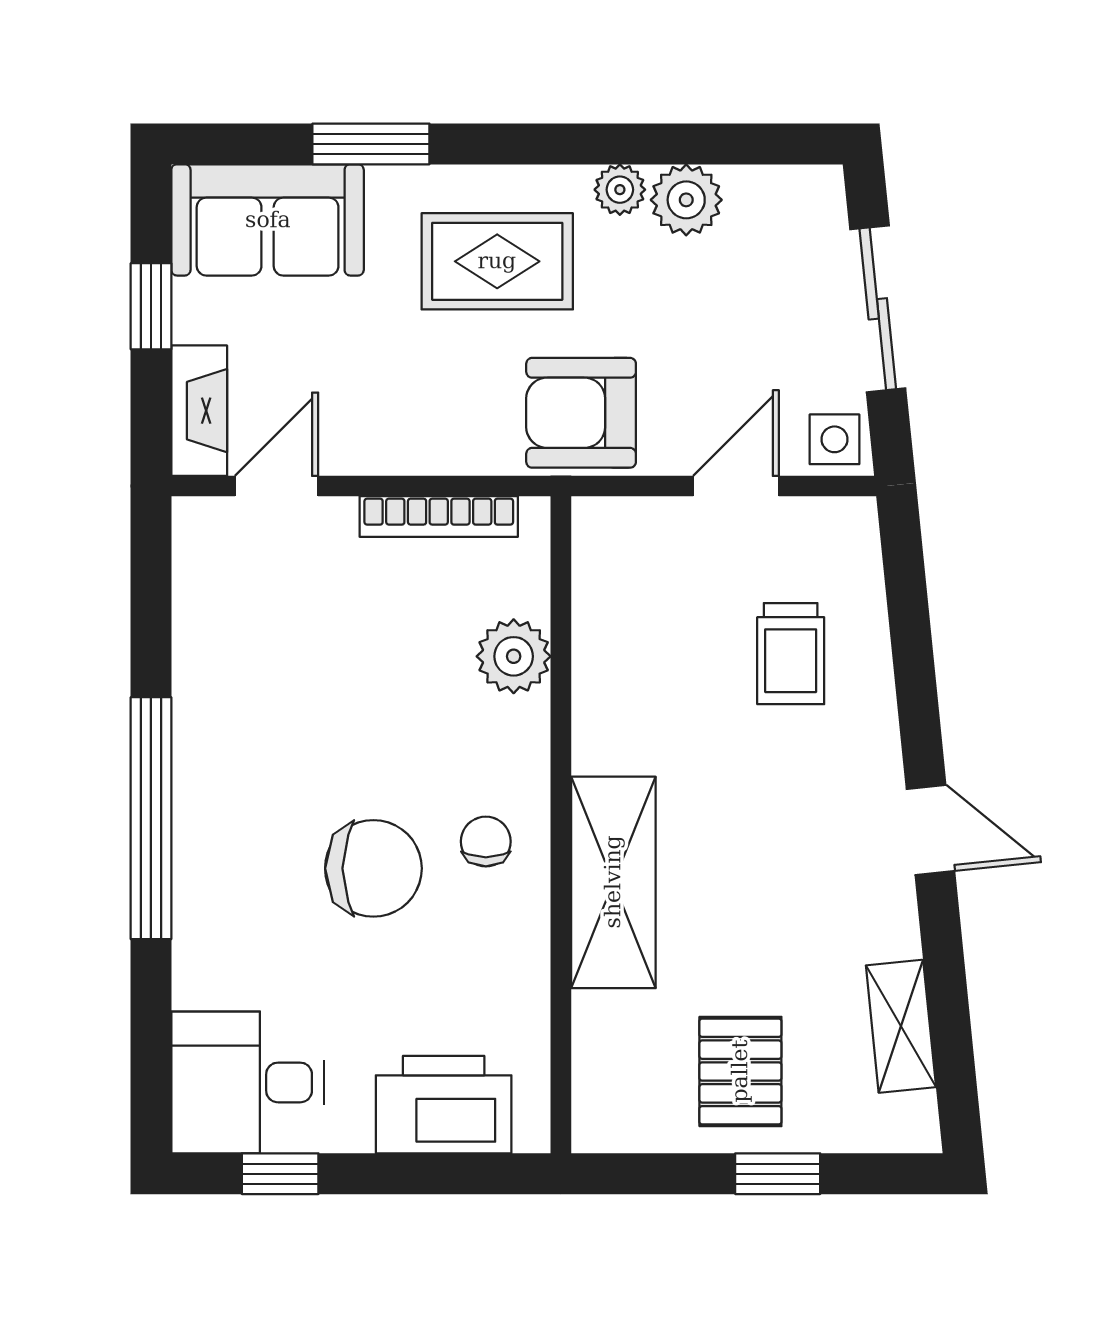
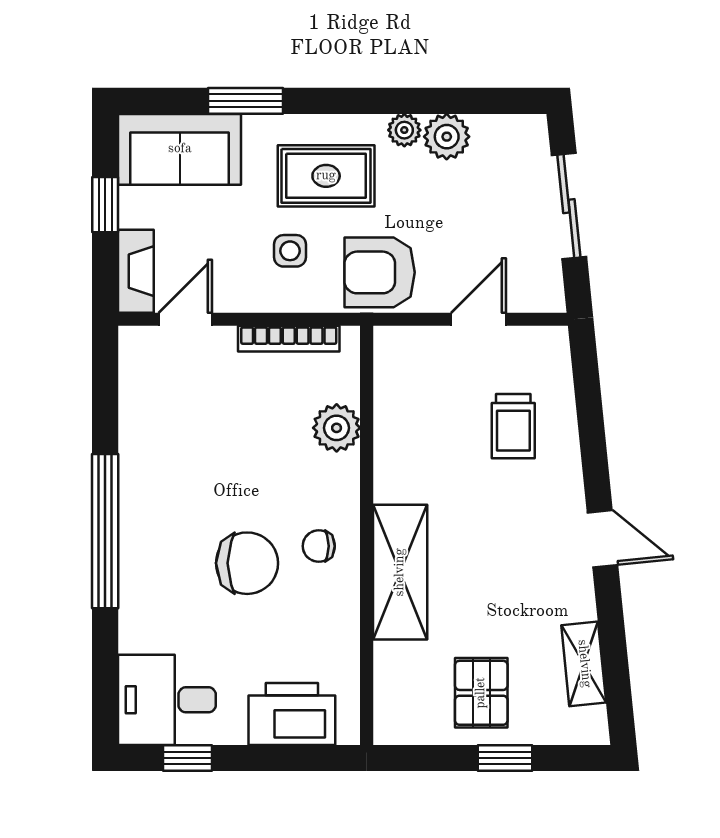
side table: (835, 439) -> (290, 251), moved
chair: (486, 841) -> (319, 546), turned -90

